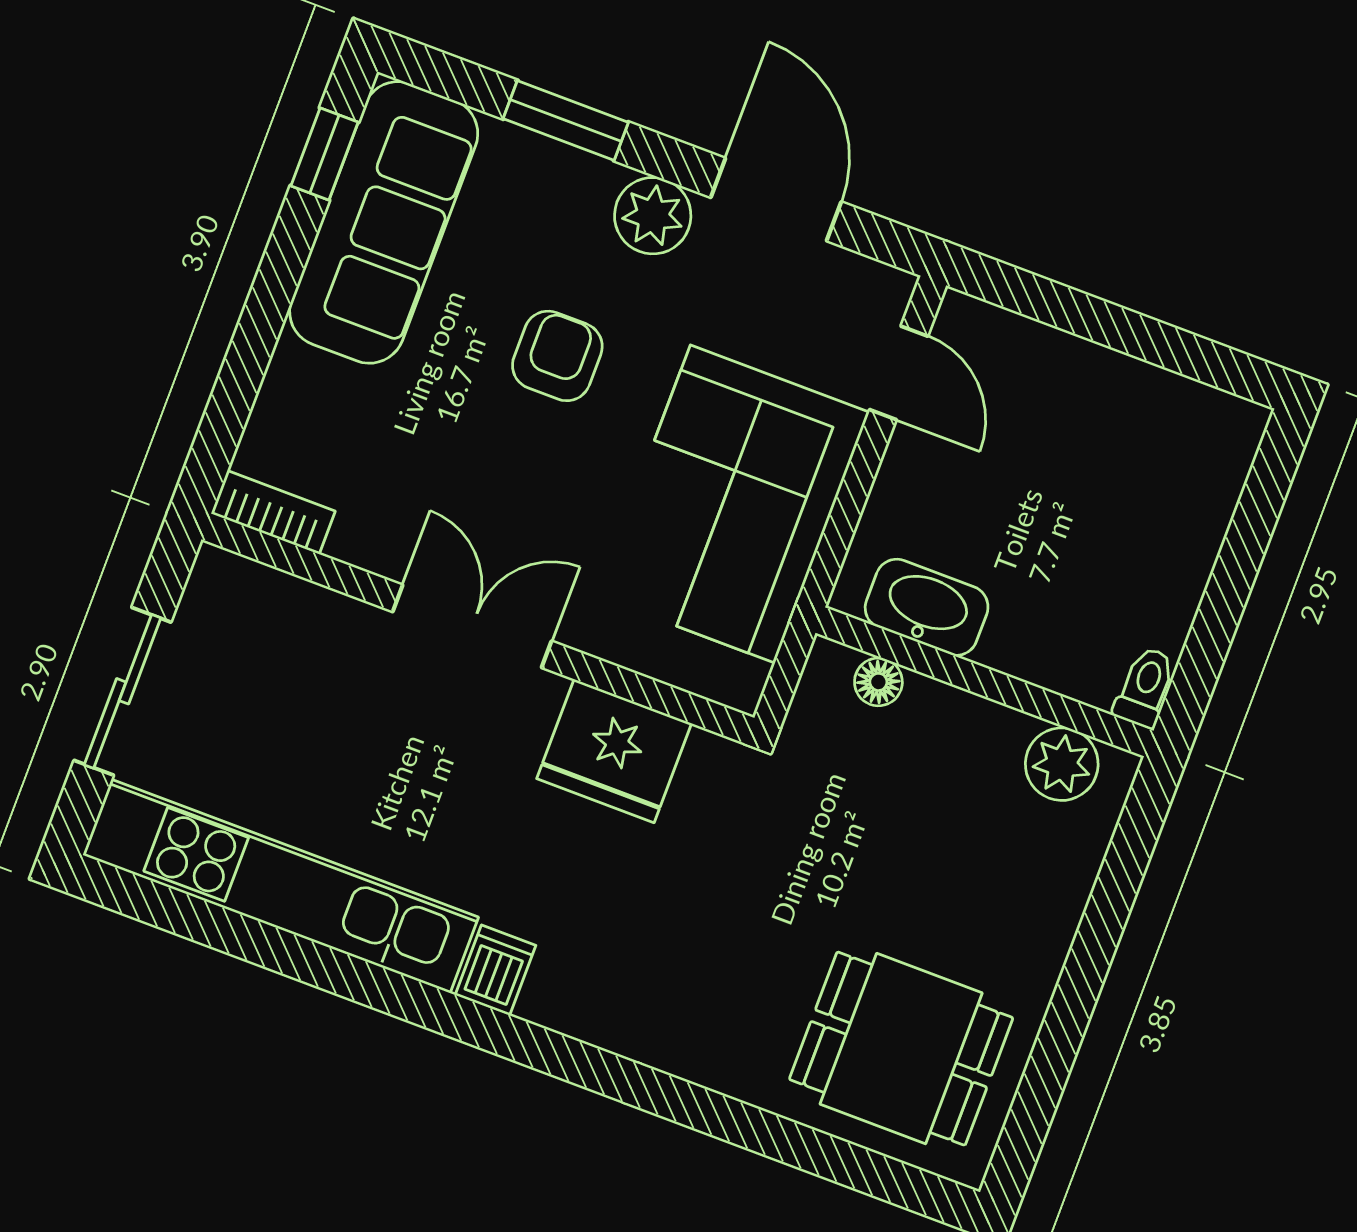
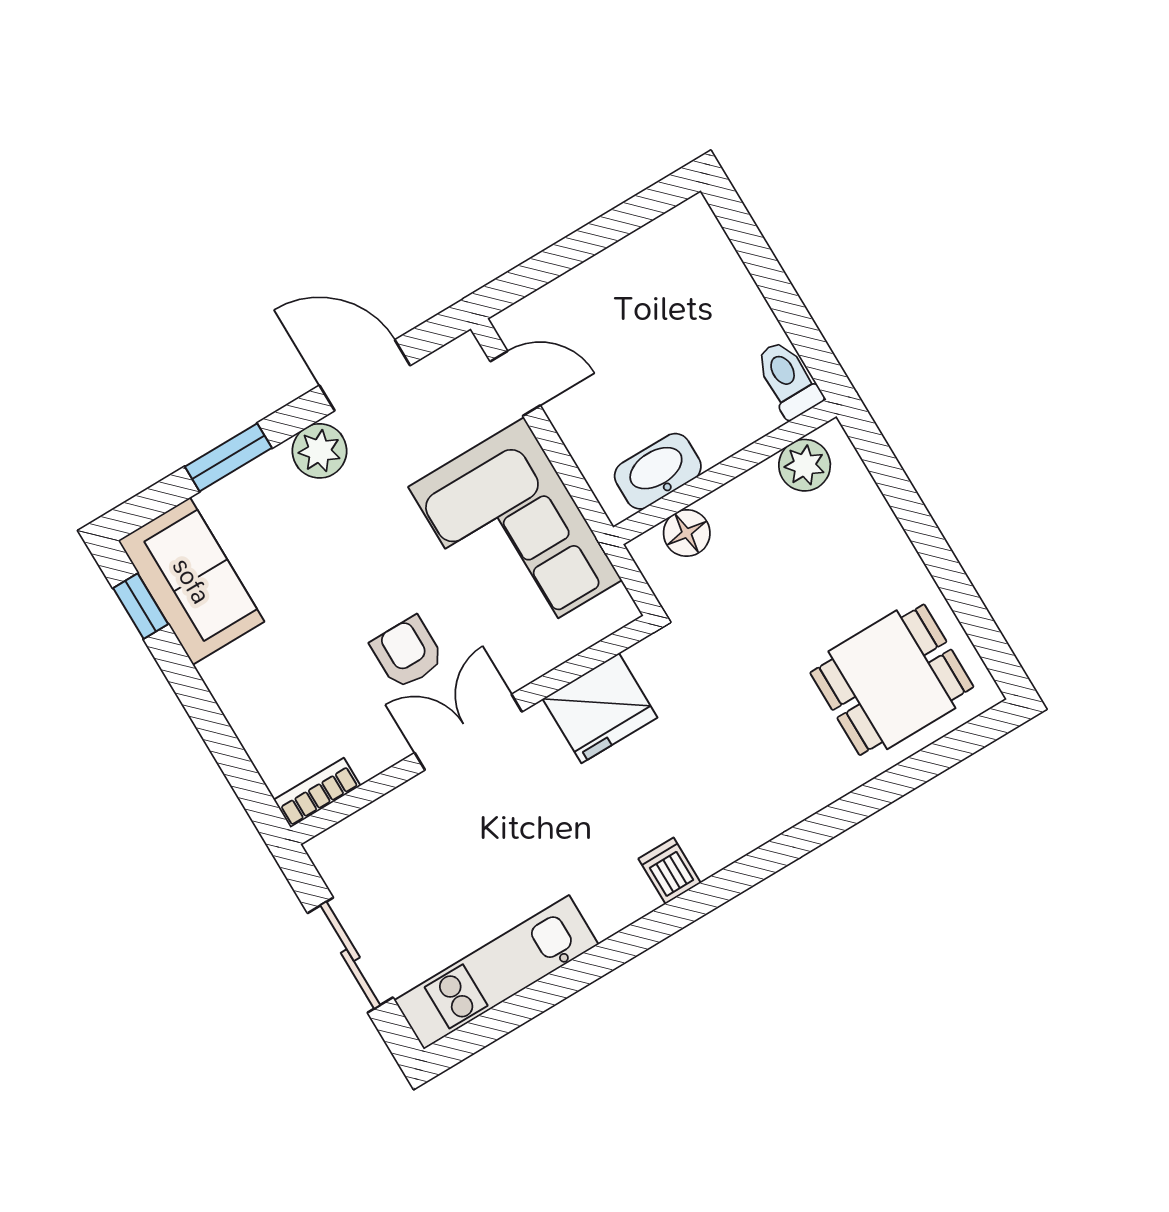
sofa: (384, 222) -> (191, 581), width x0.73
armchair: (557, 356) -> (407, 653), moved
floor lamp: (878, 682) -> (687, 533), width x1.37, depth x1.37
toilet: (1145, 687) -> (788, 379), width x1.37, depth x1.39
kitchen unit: (281, 886) -> (496, 972), width x0.73

